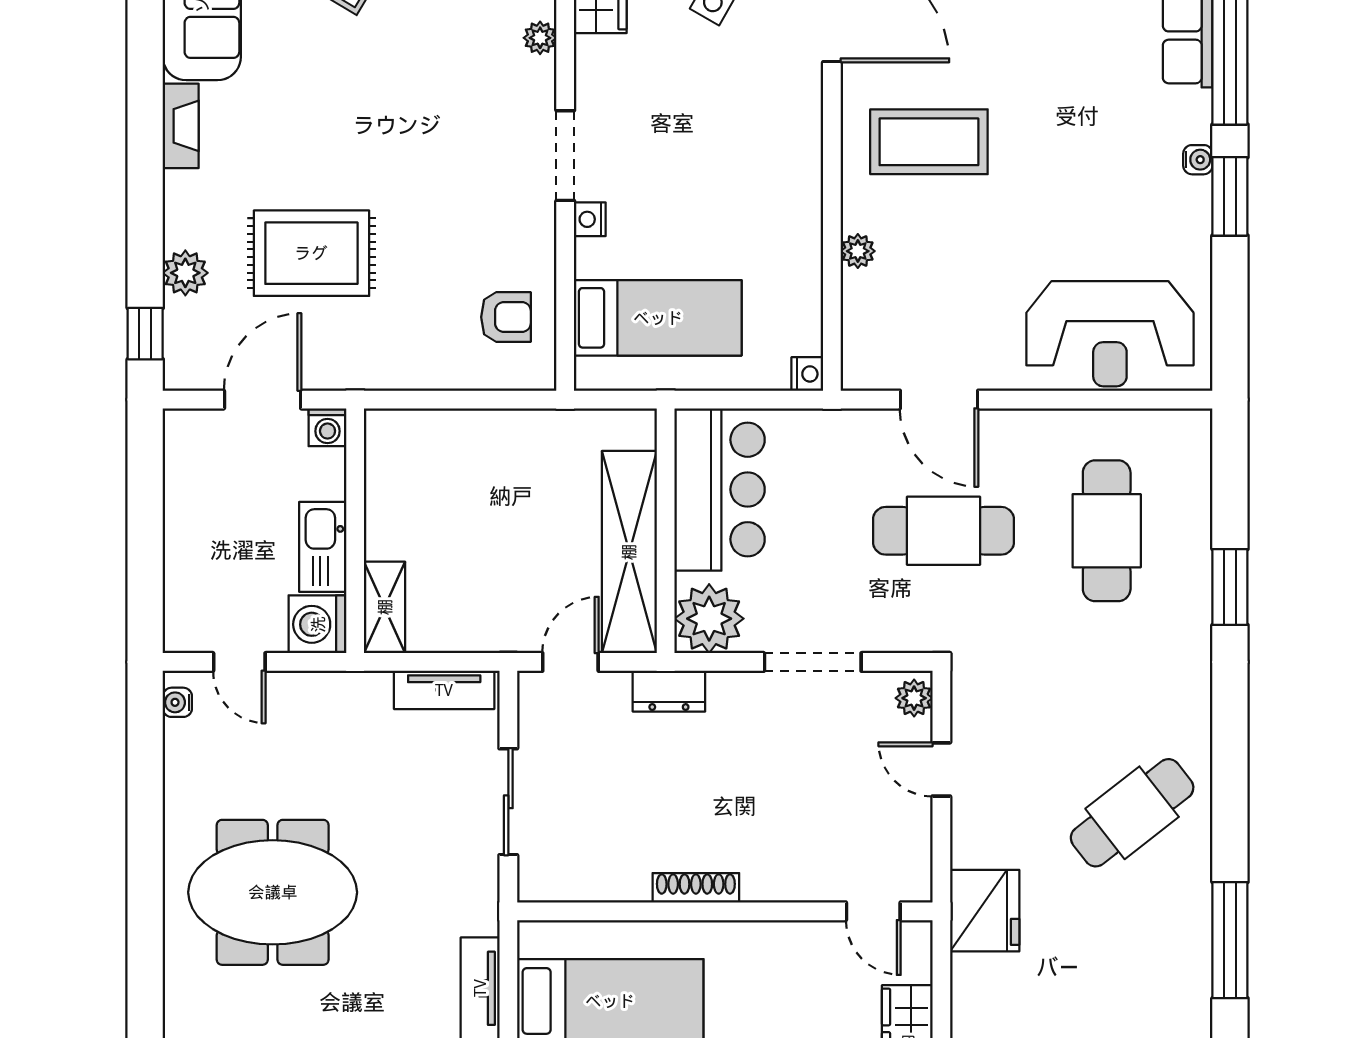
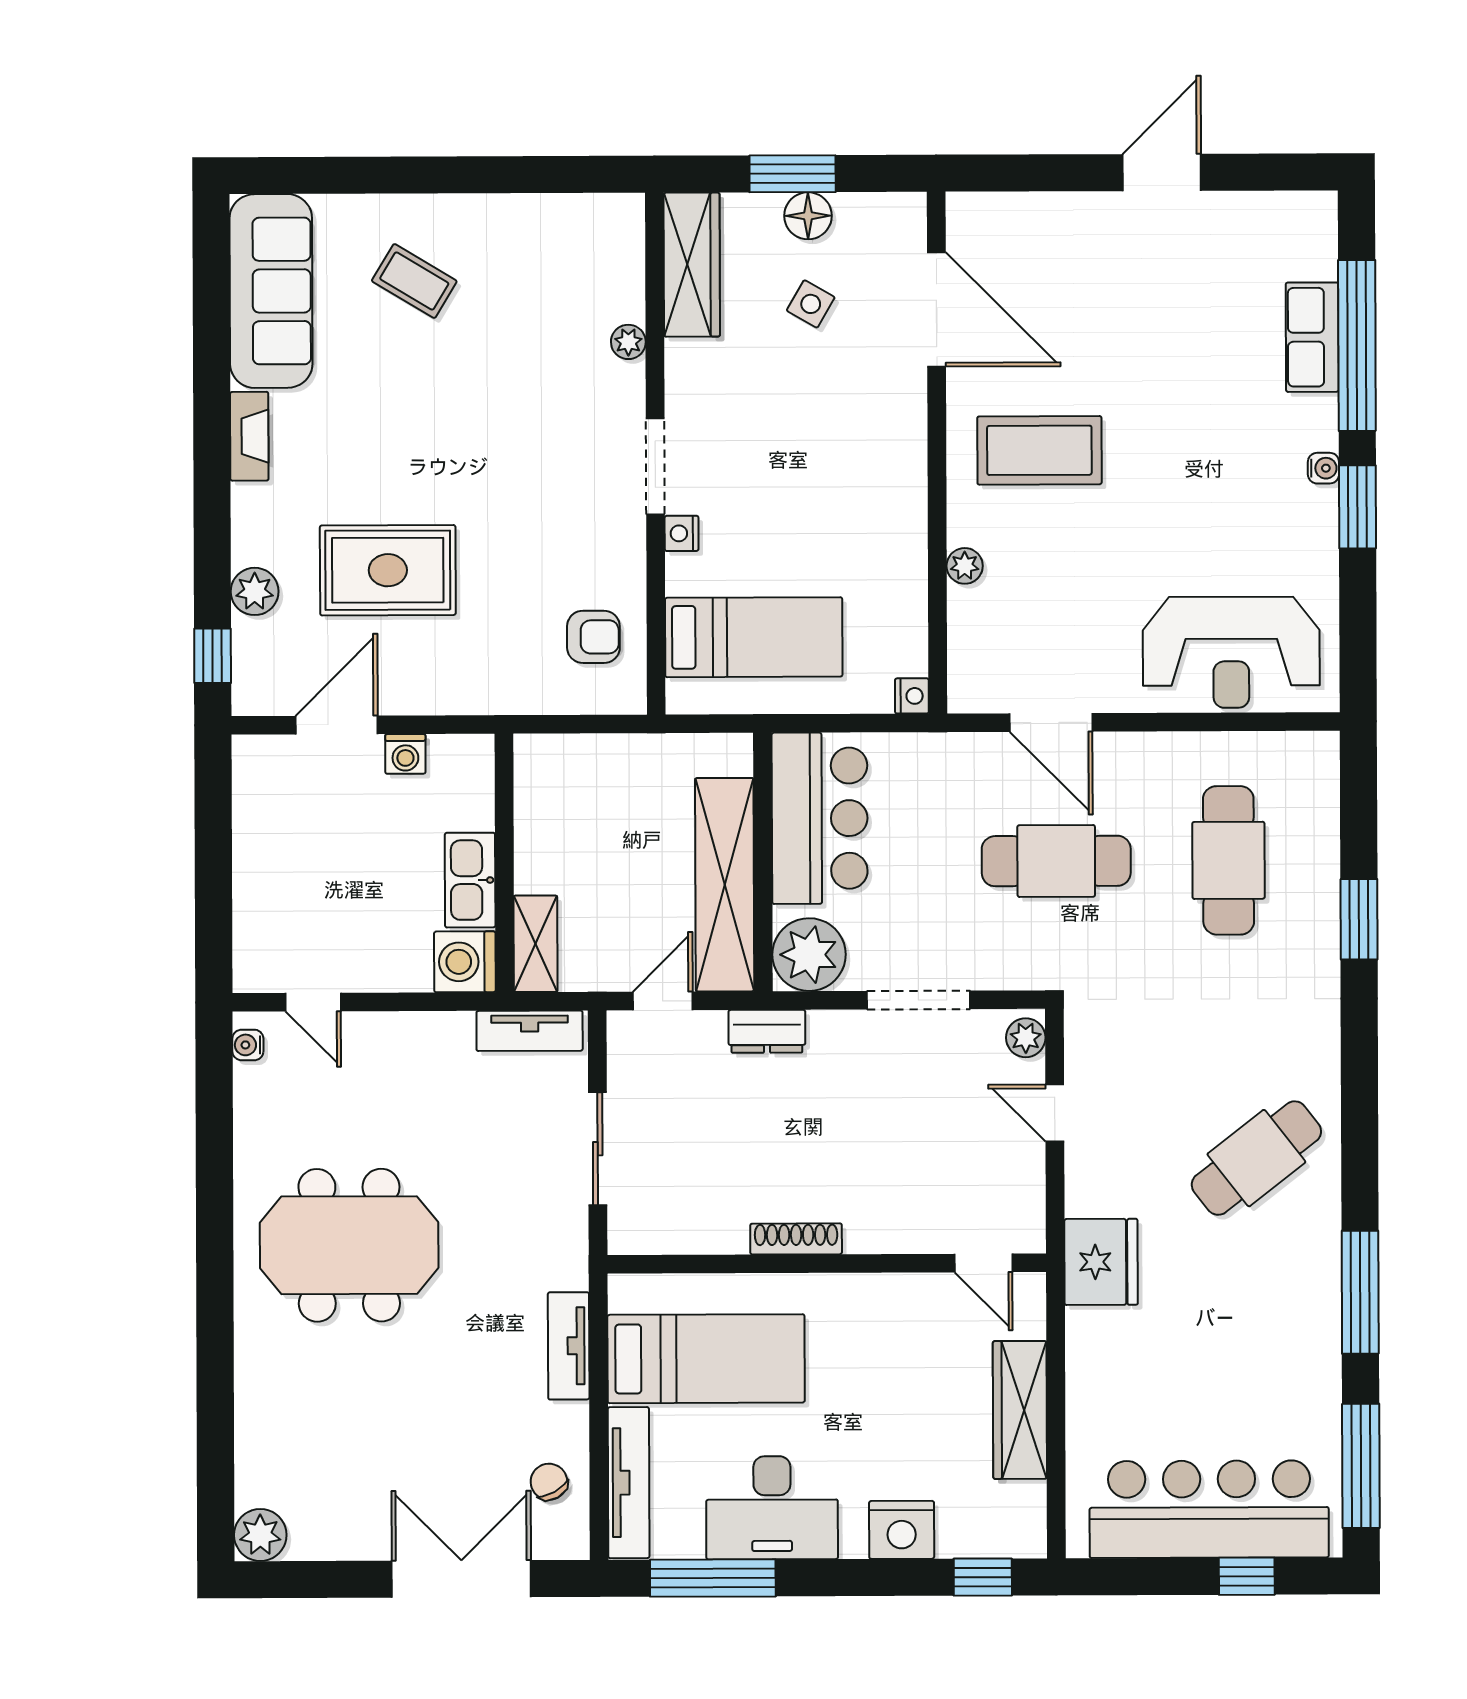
wall: (355, 531) -> (504, 863), moved
kitchen sink: (323, 547) -> (470, 880), moved
shelving: (385, 607) -> (536, 944), moved
washing machine: (318, 624) -> (465, 962), moved

